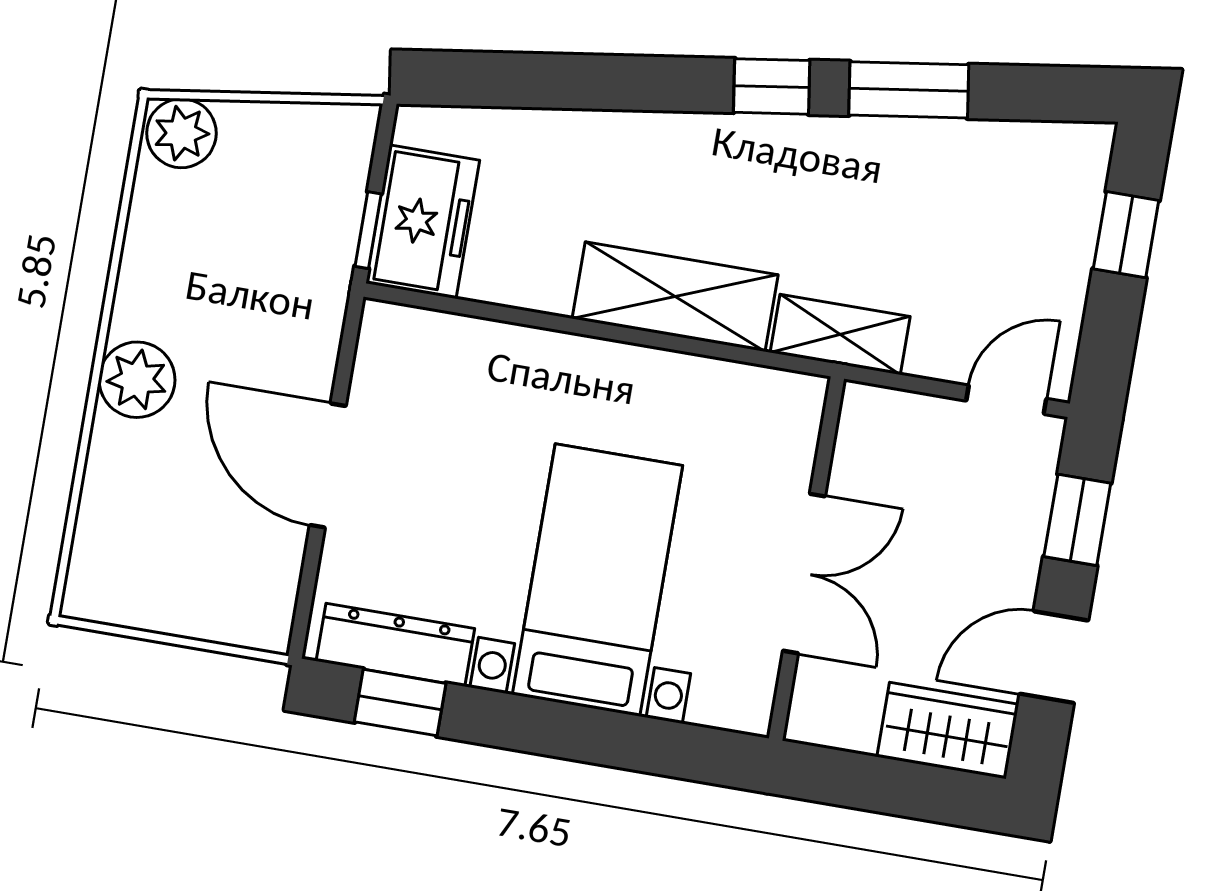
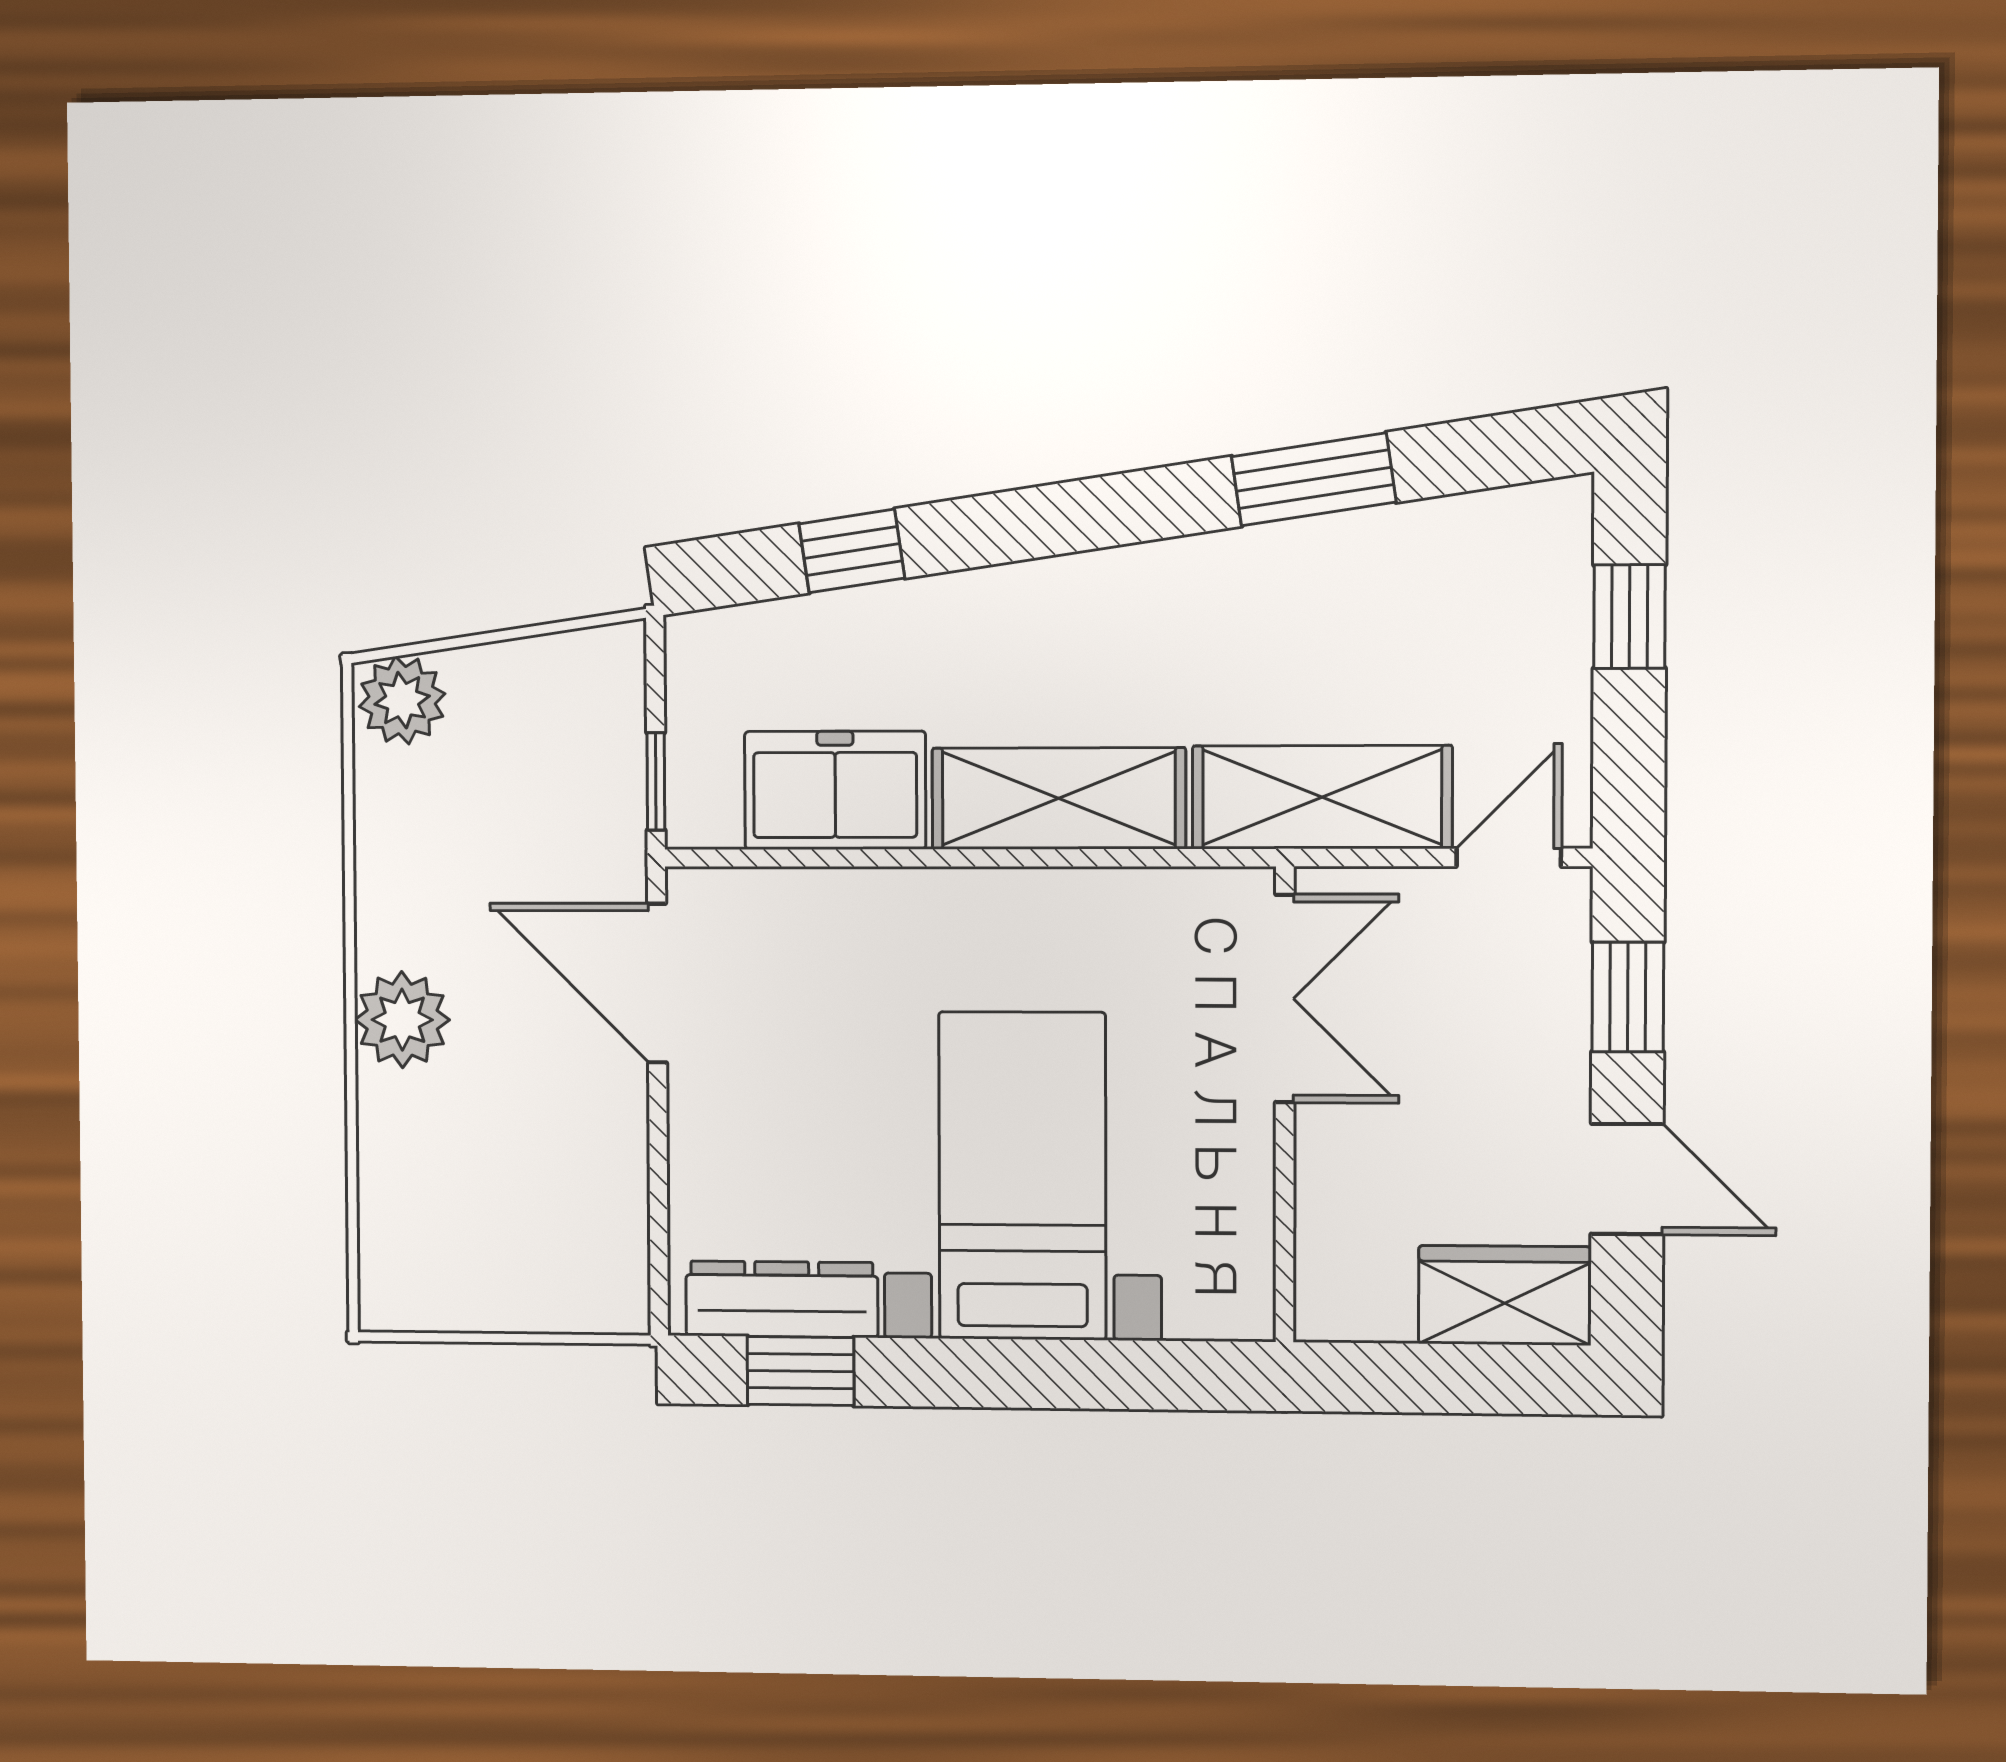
window: (772, 86) -> (852, 551), moved
freezer: (423, 222) -> (835, 790), moved, turned -90
shelving: (840, 334) -> (1322, 797), width x1.50, depth x1.33
door: (328, 466) -> (657, 983), moved
double door: (804, 573) -> (1285, 998), moved
door: (1054, 657) -> (1627, 1179), swing flipped

